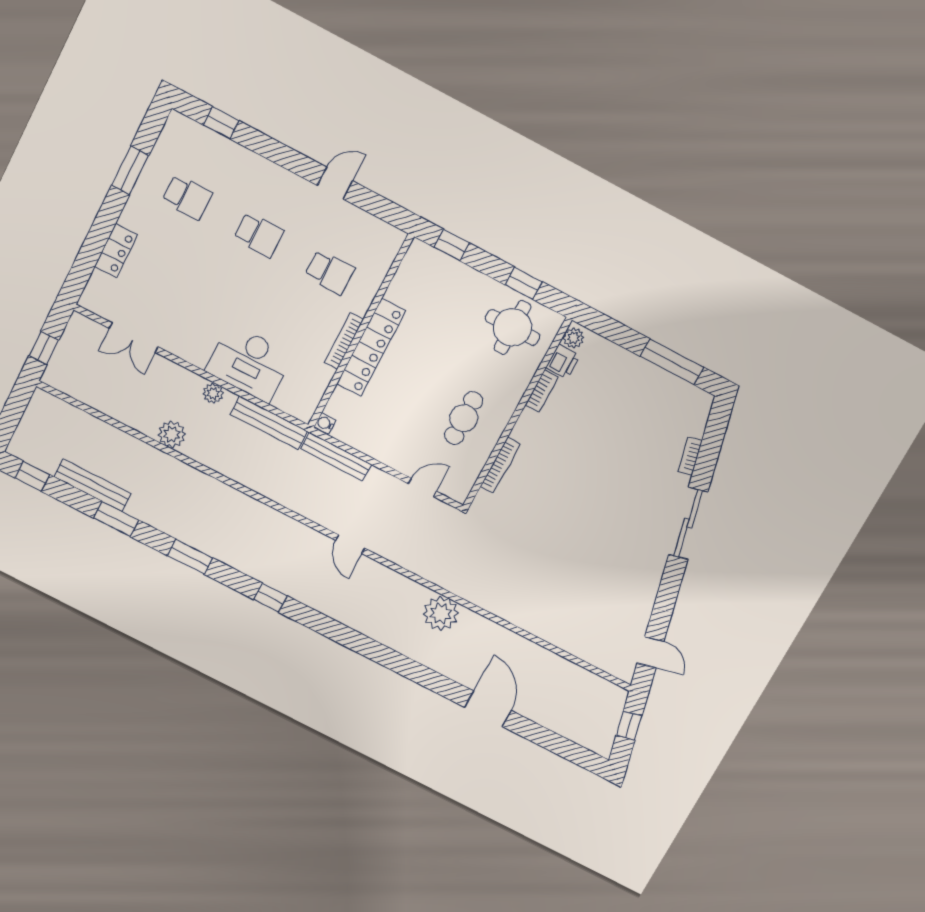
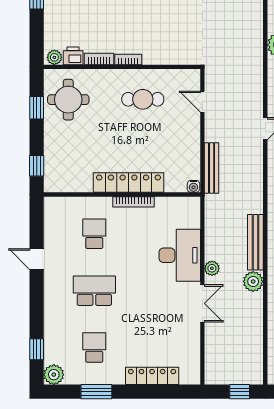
plant: (178, 128) -> (54, 375), added
school desk: (259, 235) -> (94, 291), width x1.85
locker: (116, 251) -> (152, 376), width x1.53
double door: (134, 338) -> (202, 303), moved
bench: (269, 423) -> (255, 242), moved
bookcase: (500, 465) -> (128, 59), moved, width x0.64

